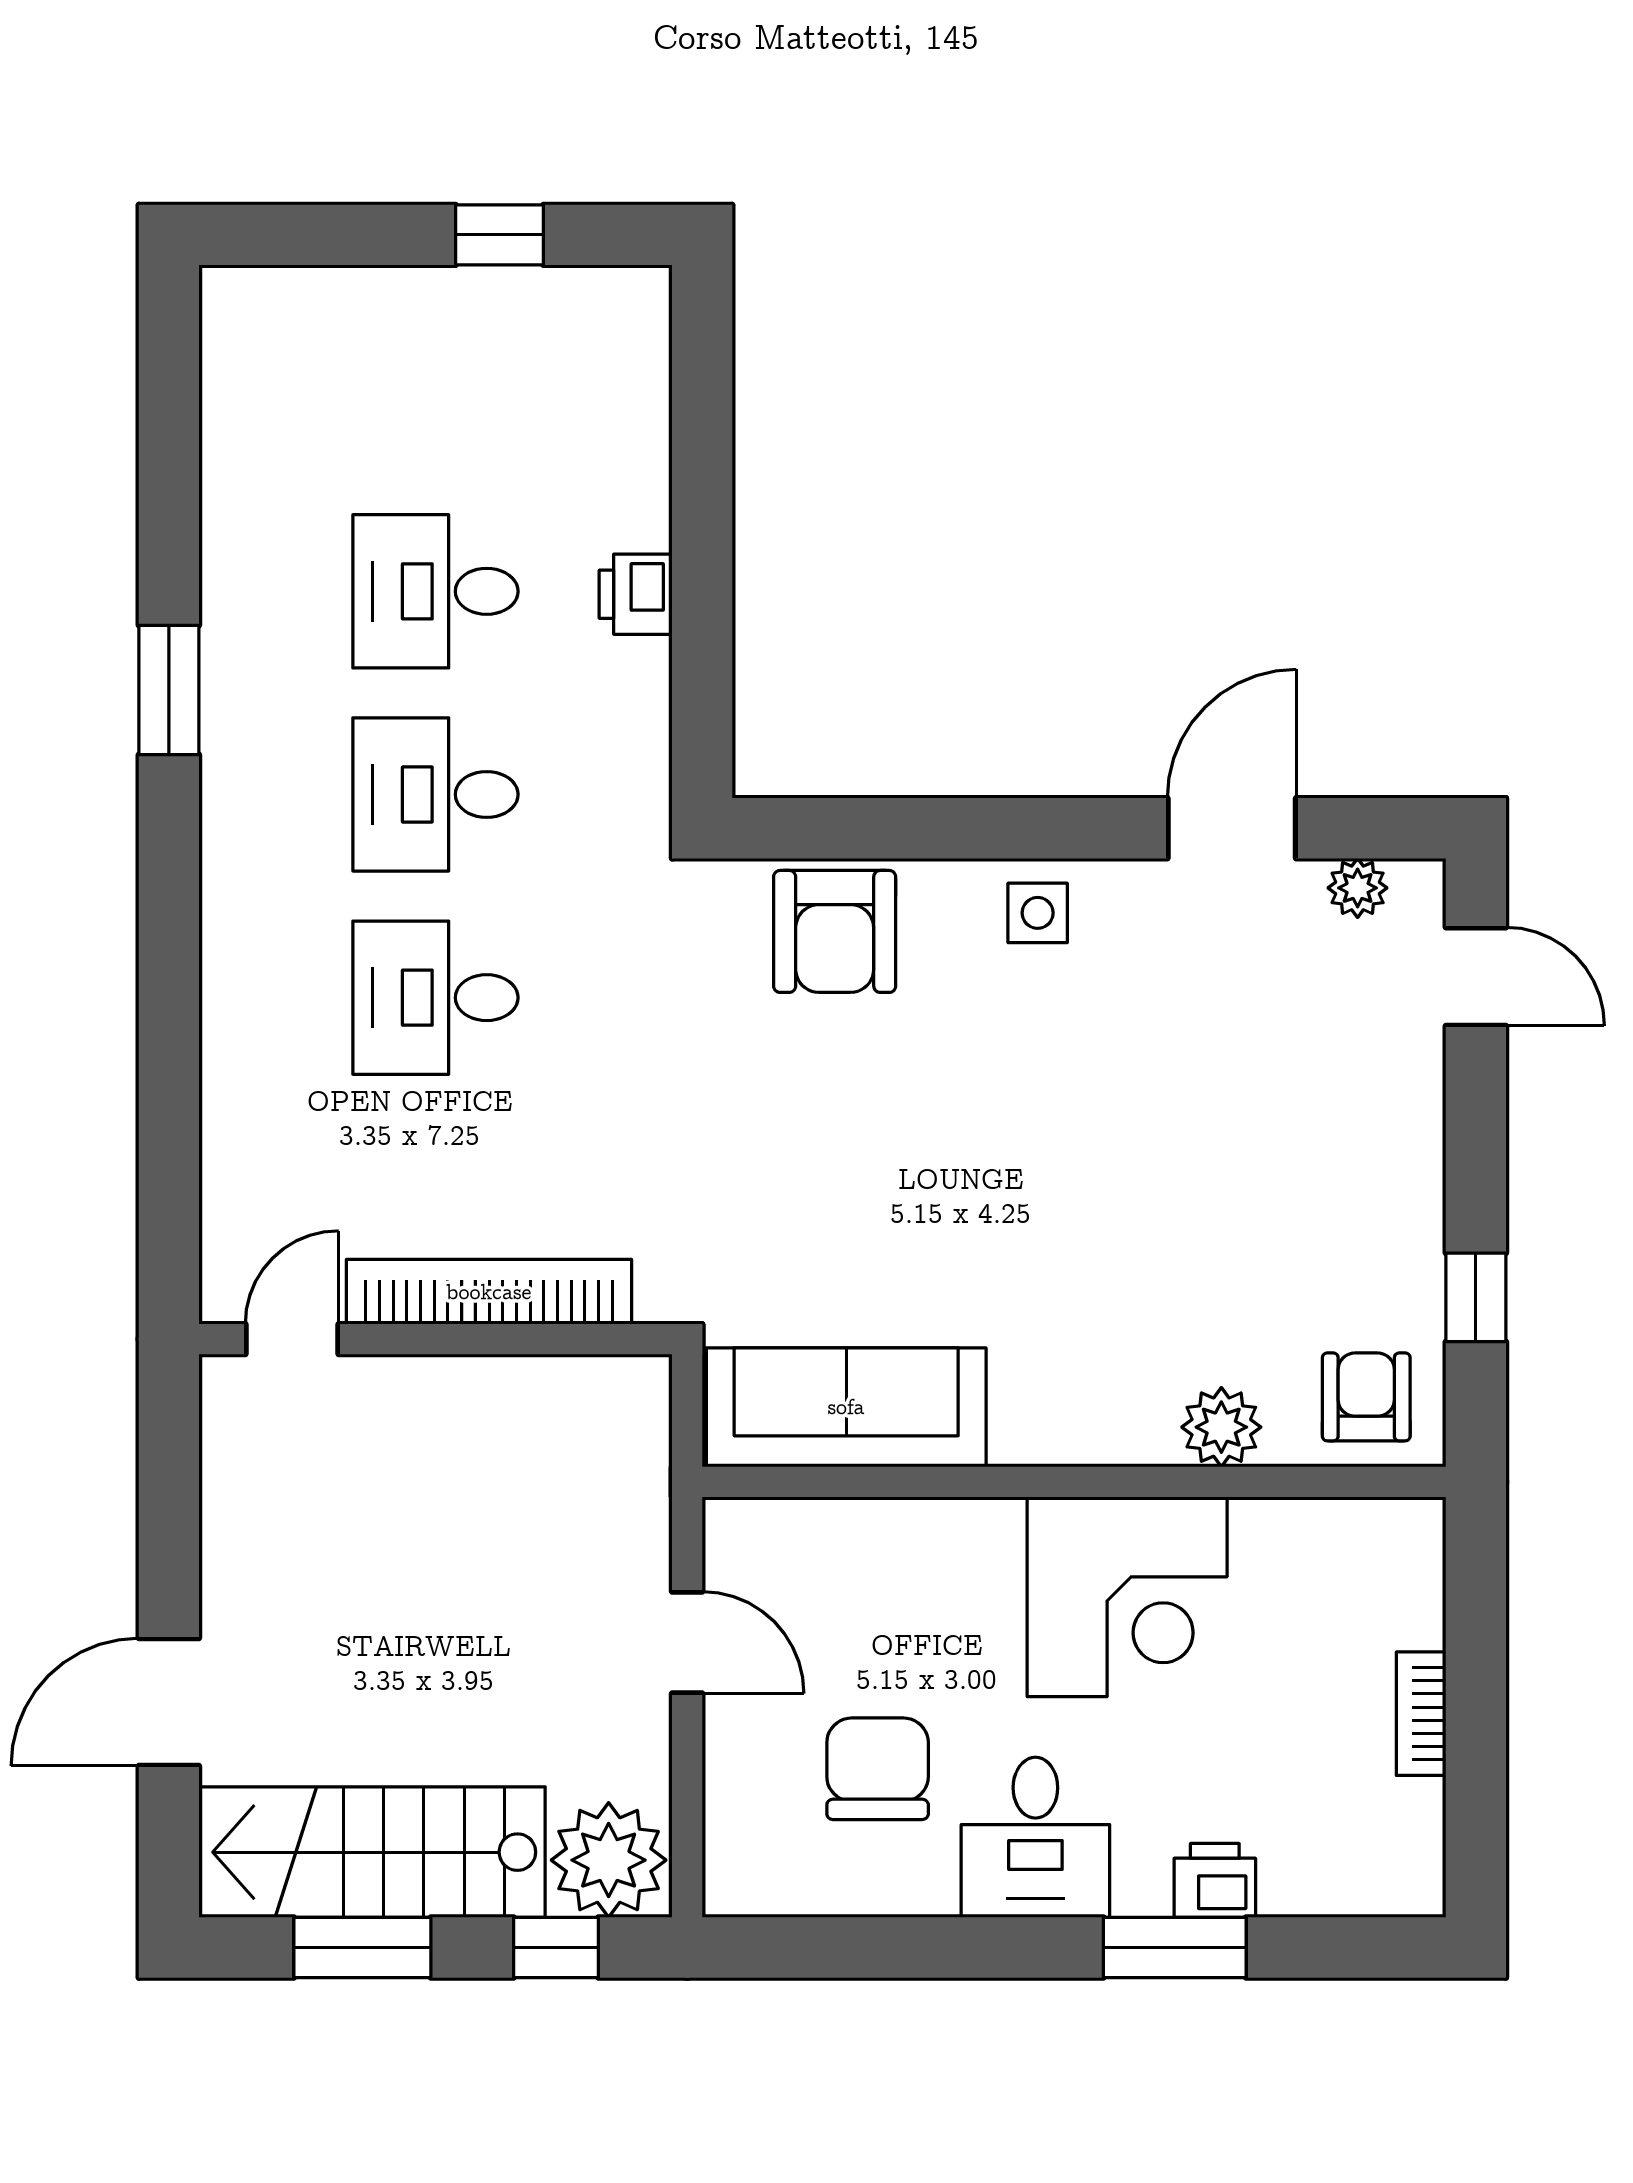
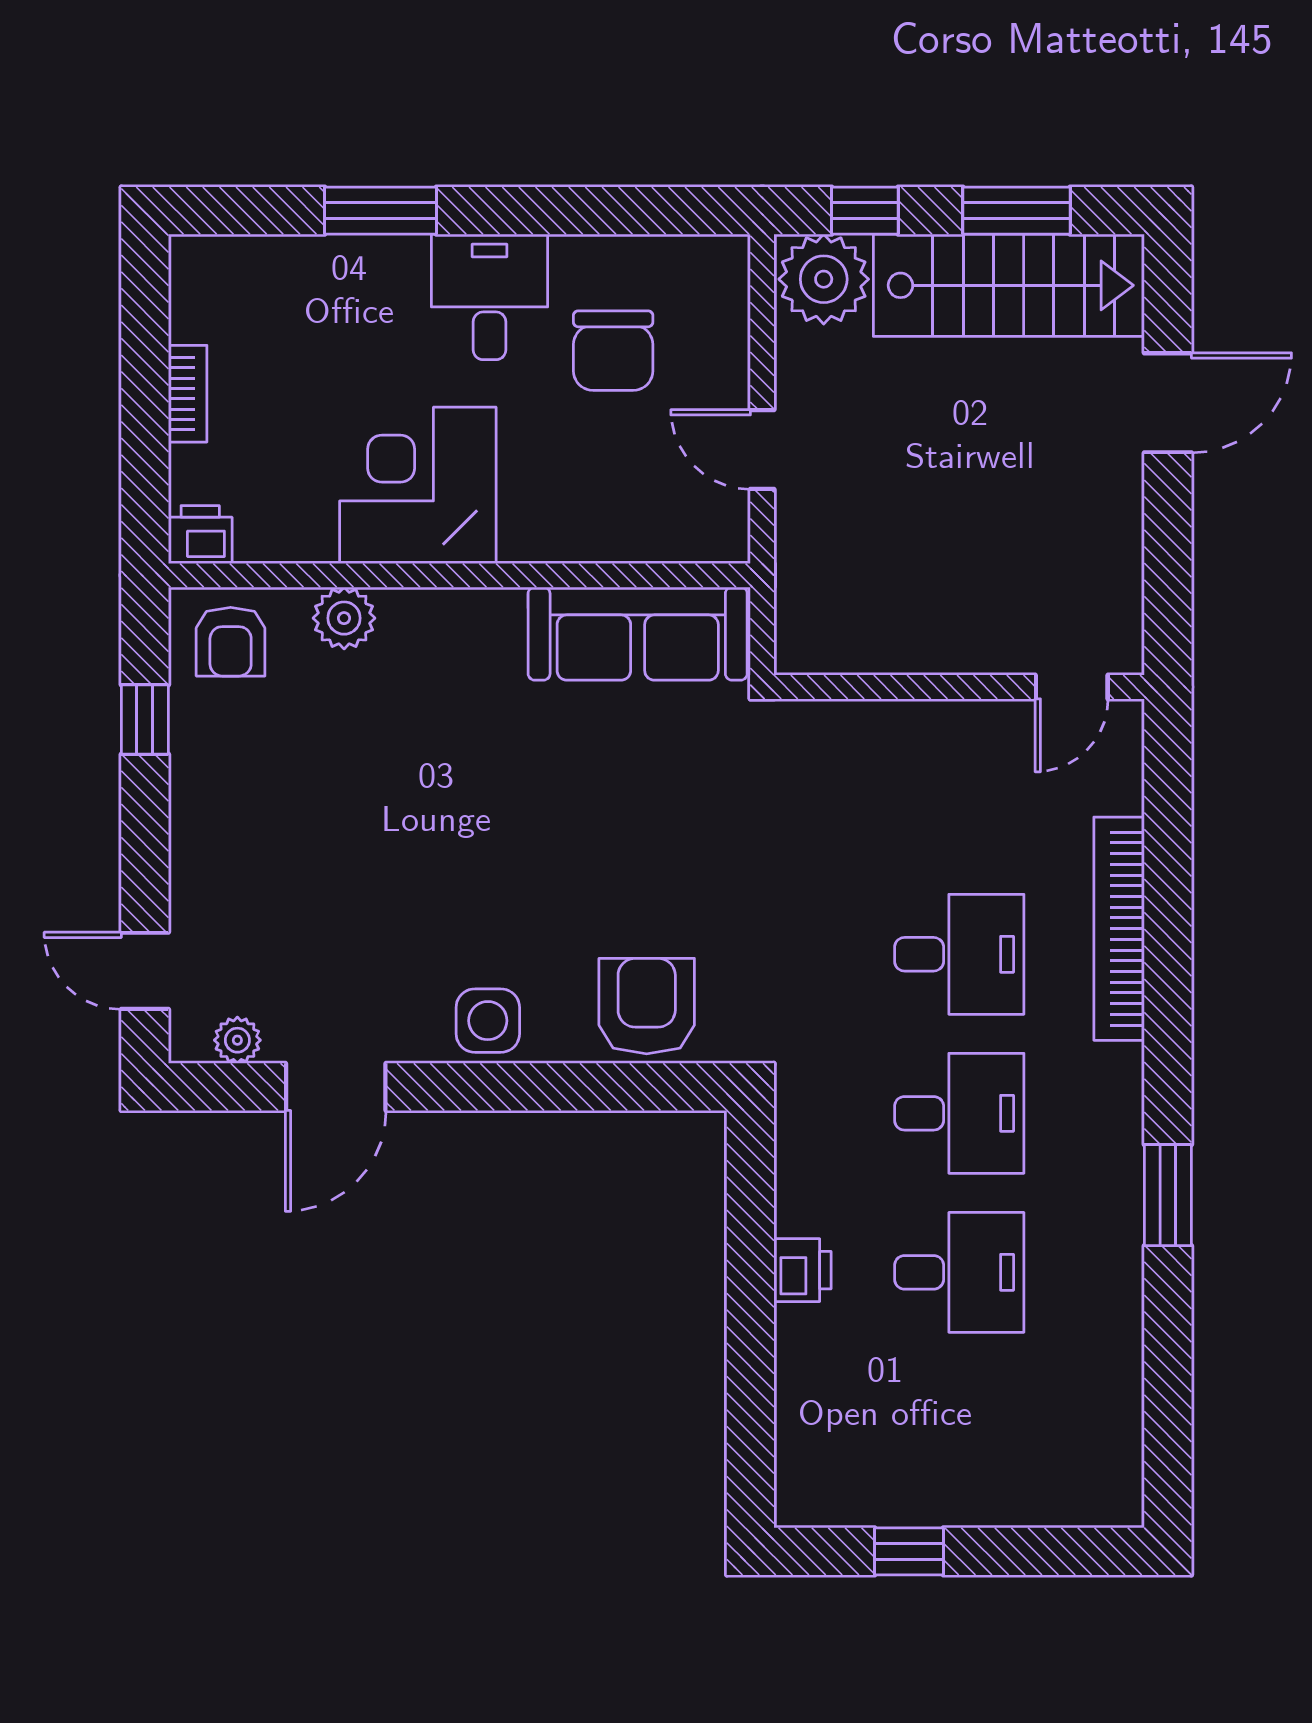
side table: (1038, 913) -> (488, 1021), width x1.37, depth x1.37
bookcase: (489, 1292) -> (1119, 929), moved, turned 90
printer: (1215, 1880) -> (200, 535), moved, turned 180

